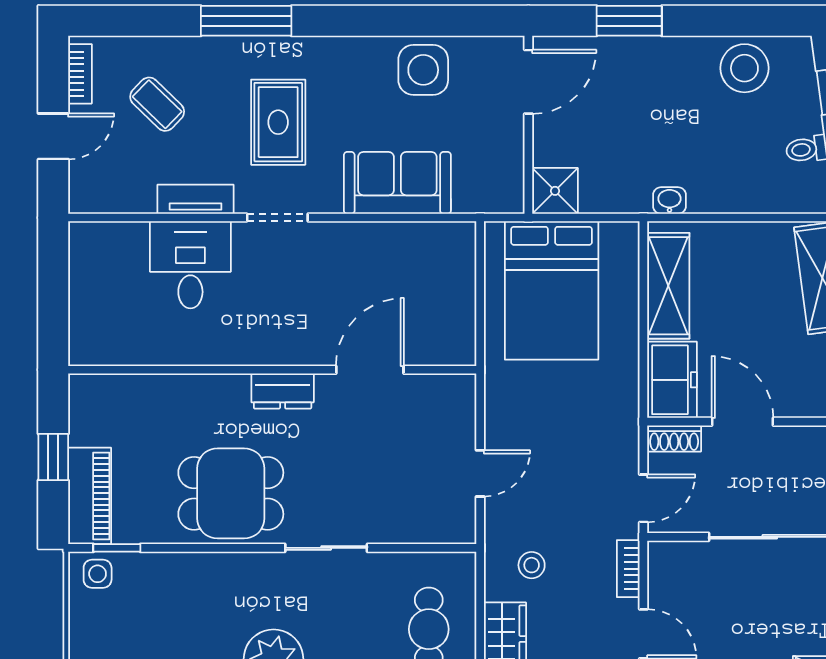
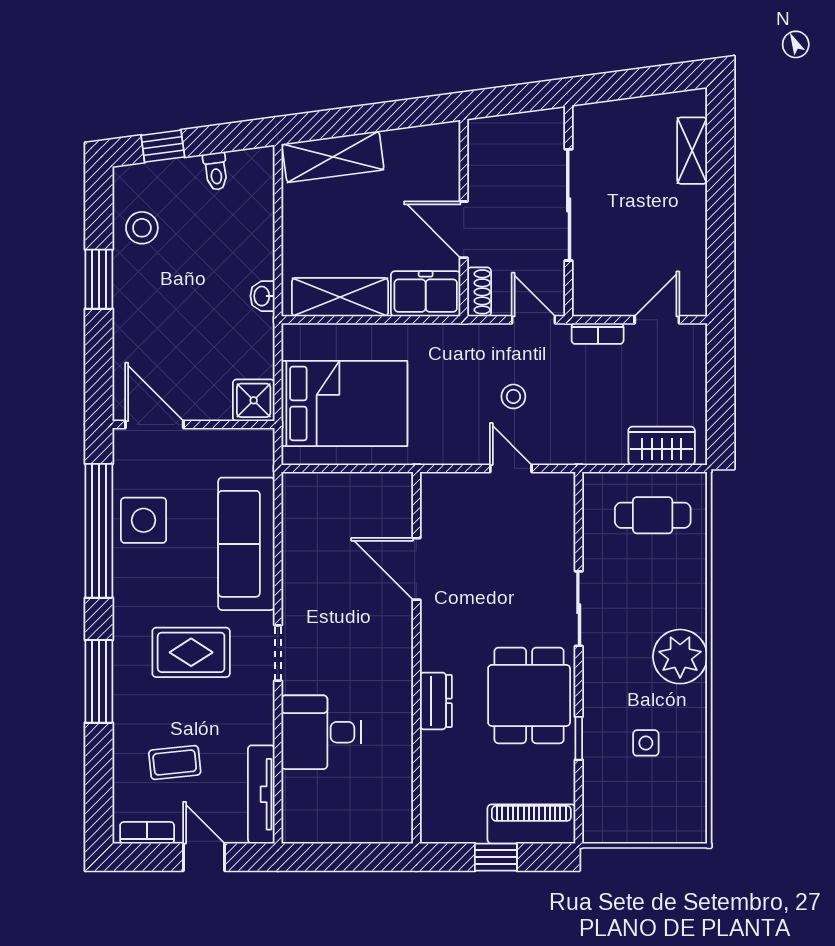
window: (412, 21) -> (99, 531), added
window: (629, 21) -> (99, 279), moved
stool: (744, 68) -> (142, 228), width x0.73, depth x0.73
coffee table: (157, 104) -> (175, 762), turned 40
sofa: (397, 183) -> (246, 544), width x1.36
tv unit: (195, 199) -> (261, 794), moved, width x1.41
dresser: (283, 391) -> (436, 701), moved
door: (743, 422) -> (464, 230), hinge flipped
window: (117, 548) -> (579, 738), moved
stool: (532, 565) -> (513, 396), moved
side table: (98, 574) -> (646, 743), moved

